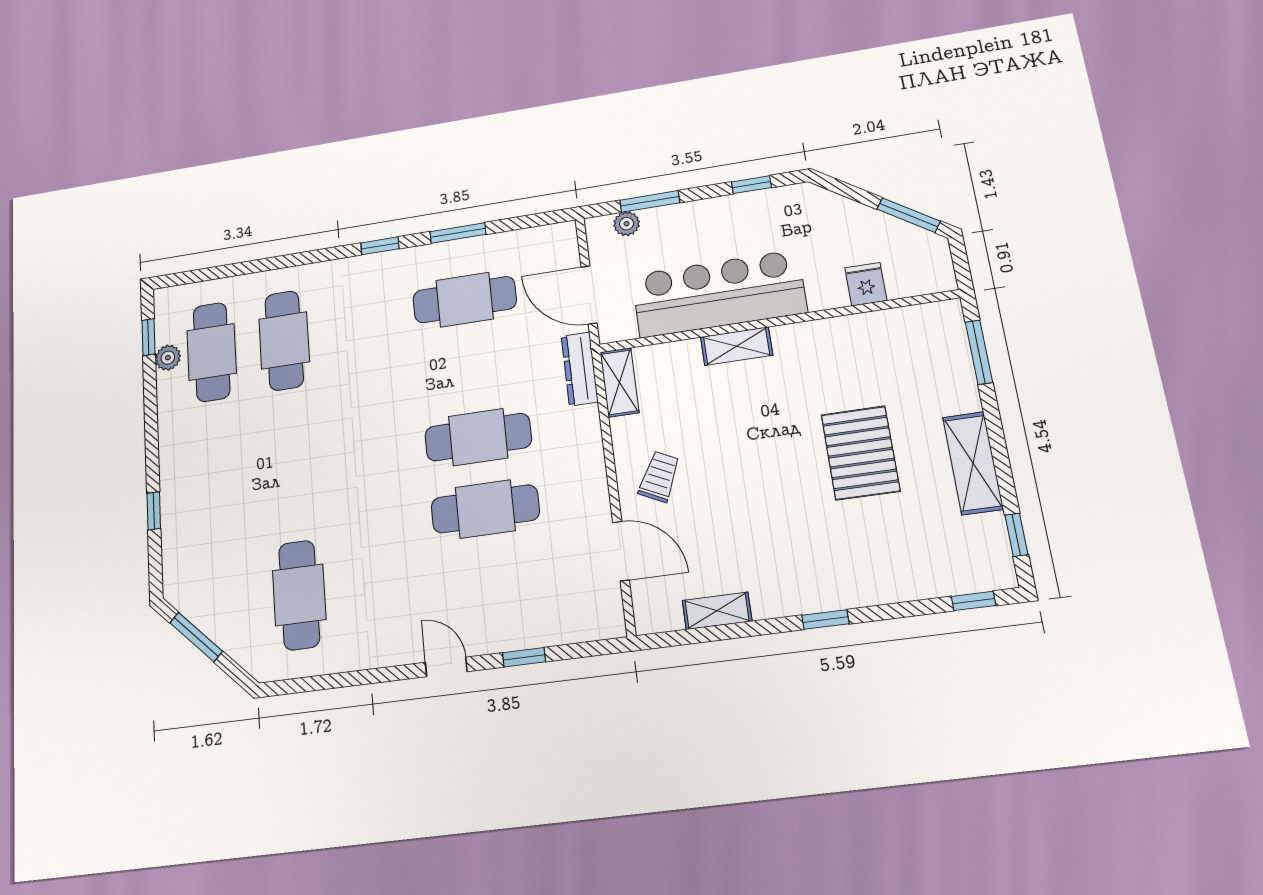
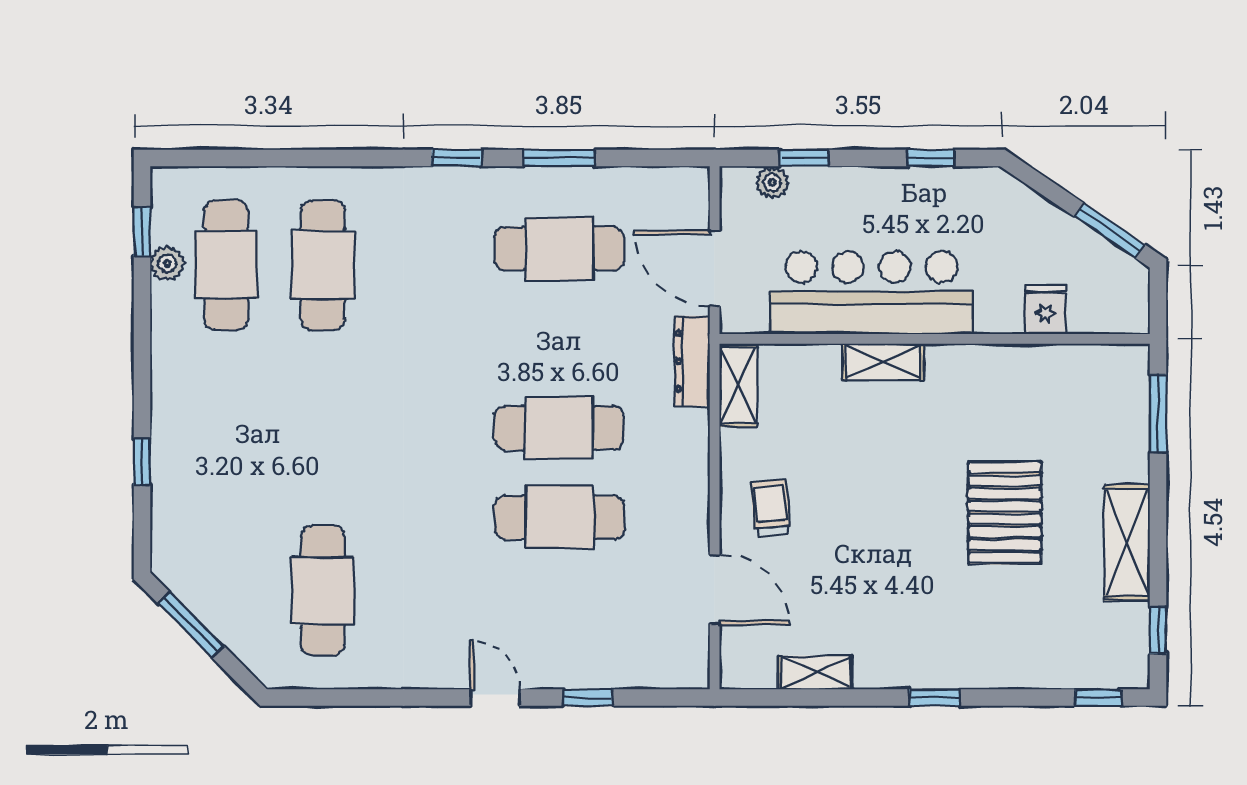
window: (650, 201) -> (804, 158), width x0.67
trolley: (659, 477) -> (771, 508), turned -31

